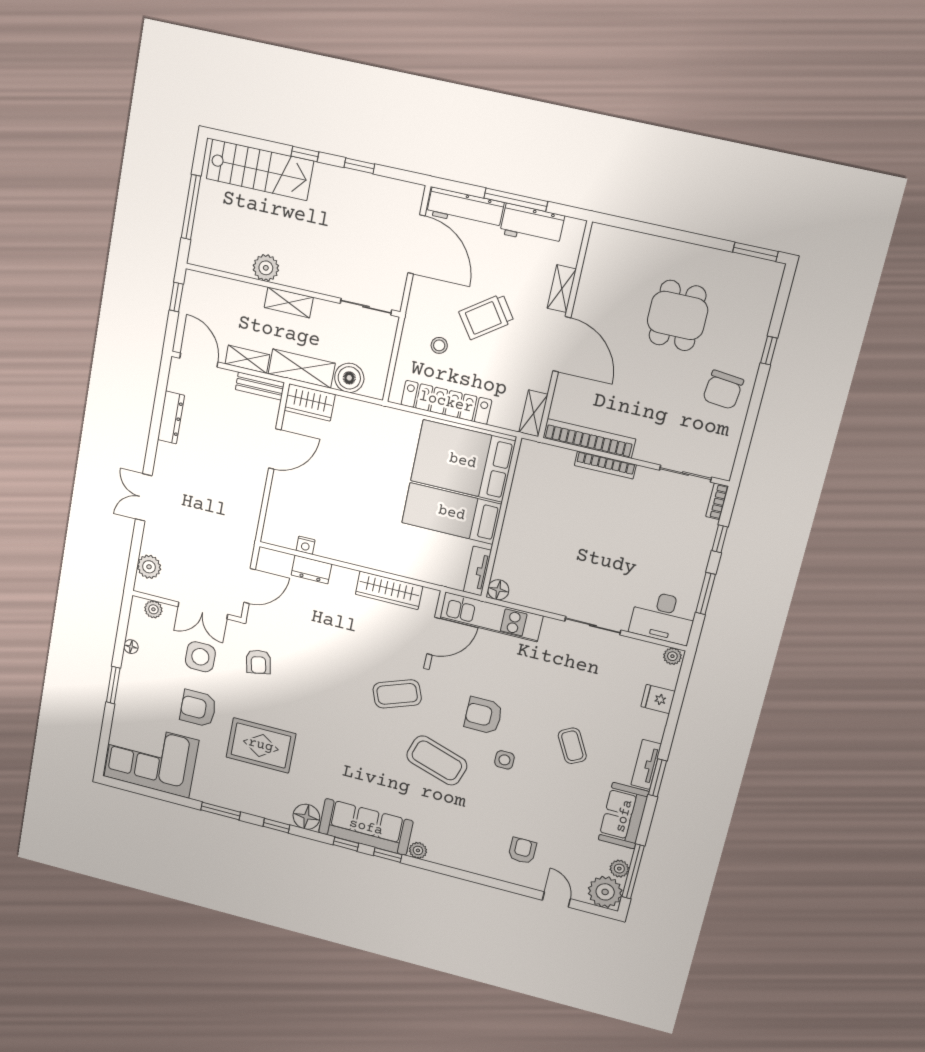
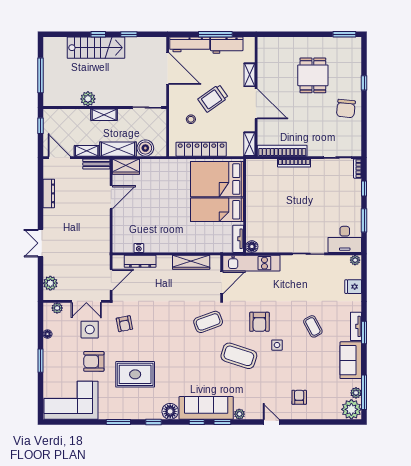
stairs: (260, 170) -> (96, 48), moved
dresser: (311, 570) -> (140, 261), width x1.44
armchair: (483, 715) -> (259, 322), turned -90
door: (556, 900) -> (271, 422), moved

